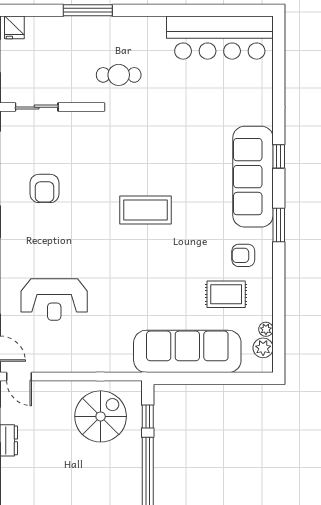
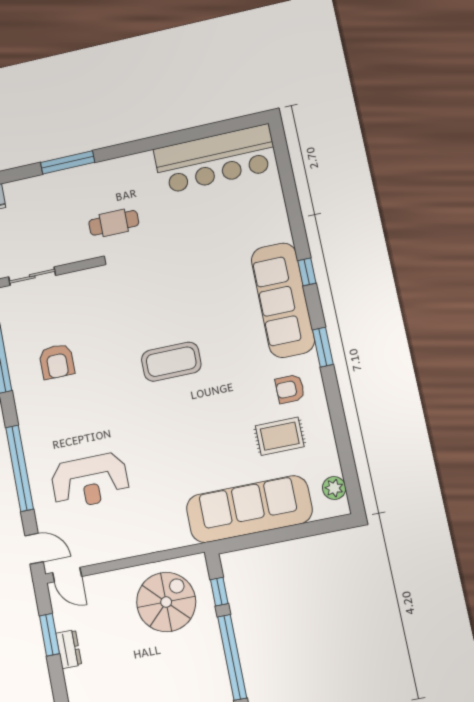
plant: (266, 329) -> (333, 466), removed

